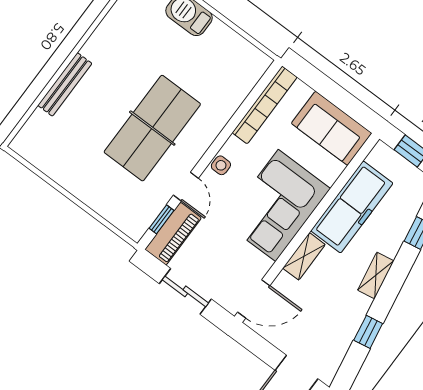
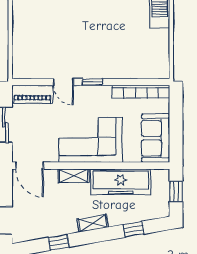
table tennis table: (152, 128) -> (82, 39), removed
side table: (221, 165) -> (90, 92), removed
door: (186, 187) -> (63, 82), hinge flipped
window: (161, 219) -> (92, 82), moved

